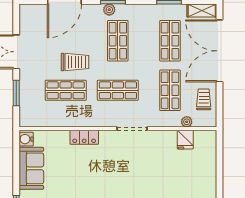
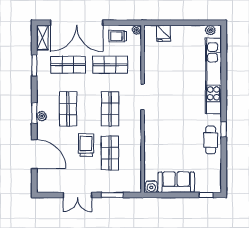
shop shelf: (118, 41) -> (68, 109), turned 90
plant: (187, 122) -> (137, 30), moved
locker: (84, 137) -> (150, 137), removed
fridge: (185, 140) -> (164, 33), moved, turned 90

